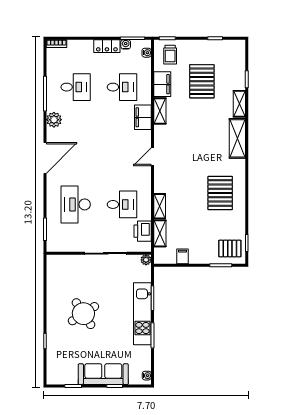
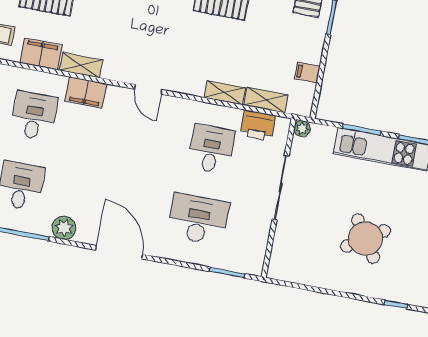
desk: (76, 204) -> (198, 219), turned 180

